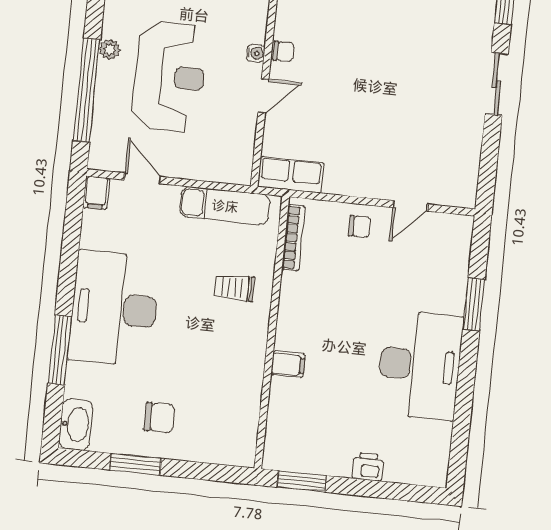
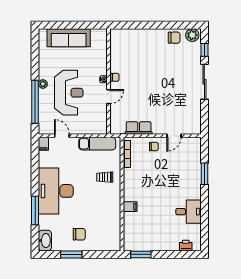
sliding door: (497, 84) -> (204, 82), width x1.37
row of seats: (291, 175) -> (139, 128), moved
desk: (420, 365) -> (188, 212), width x0.53, depth x0.77
printer: (368, 467) -> (186, 246), moved

